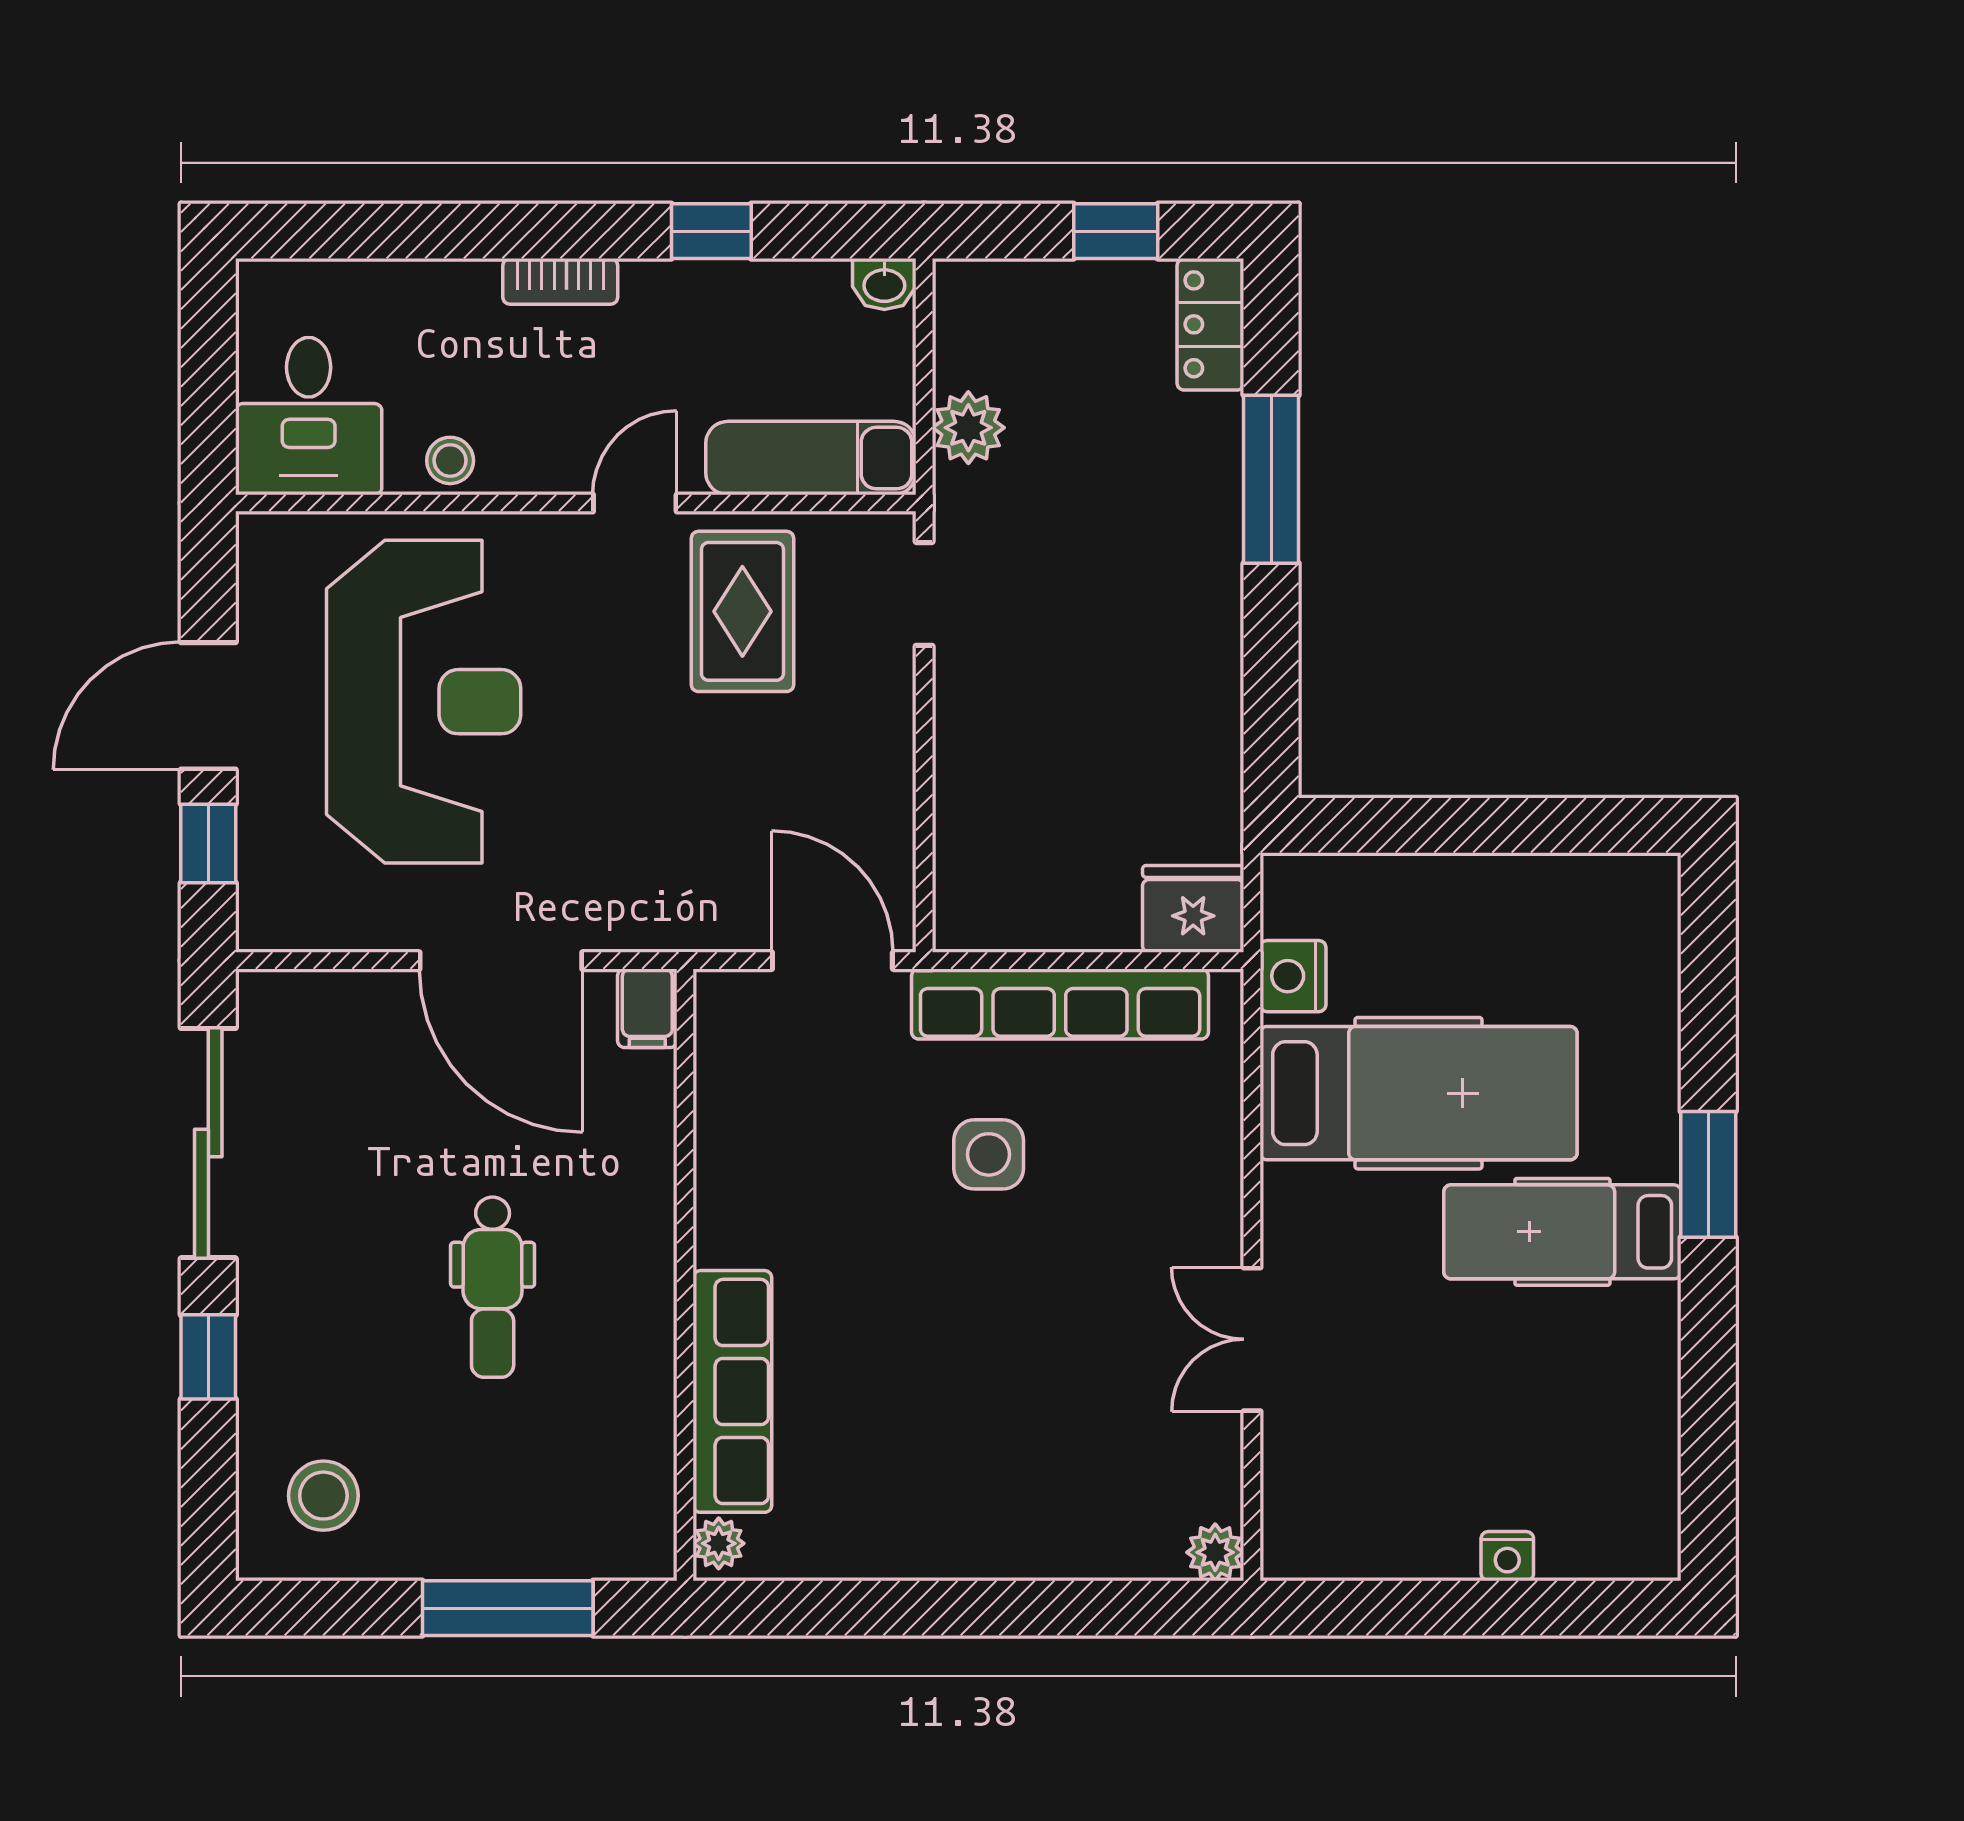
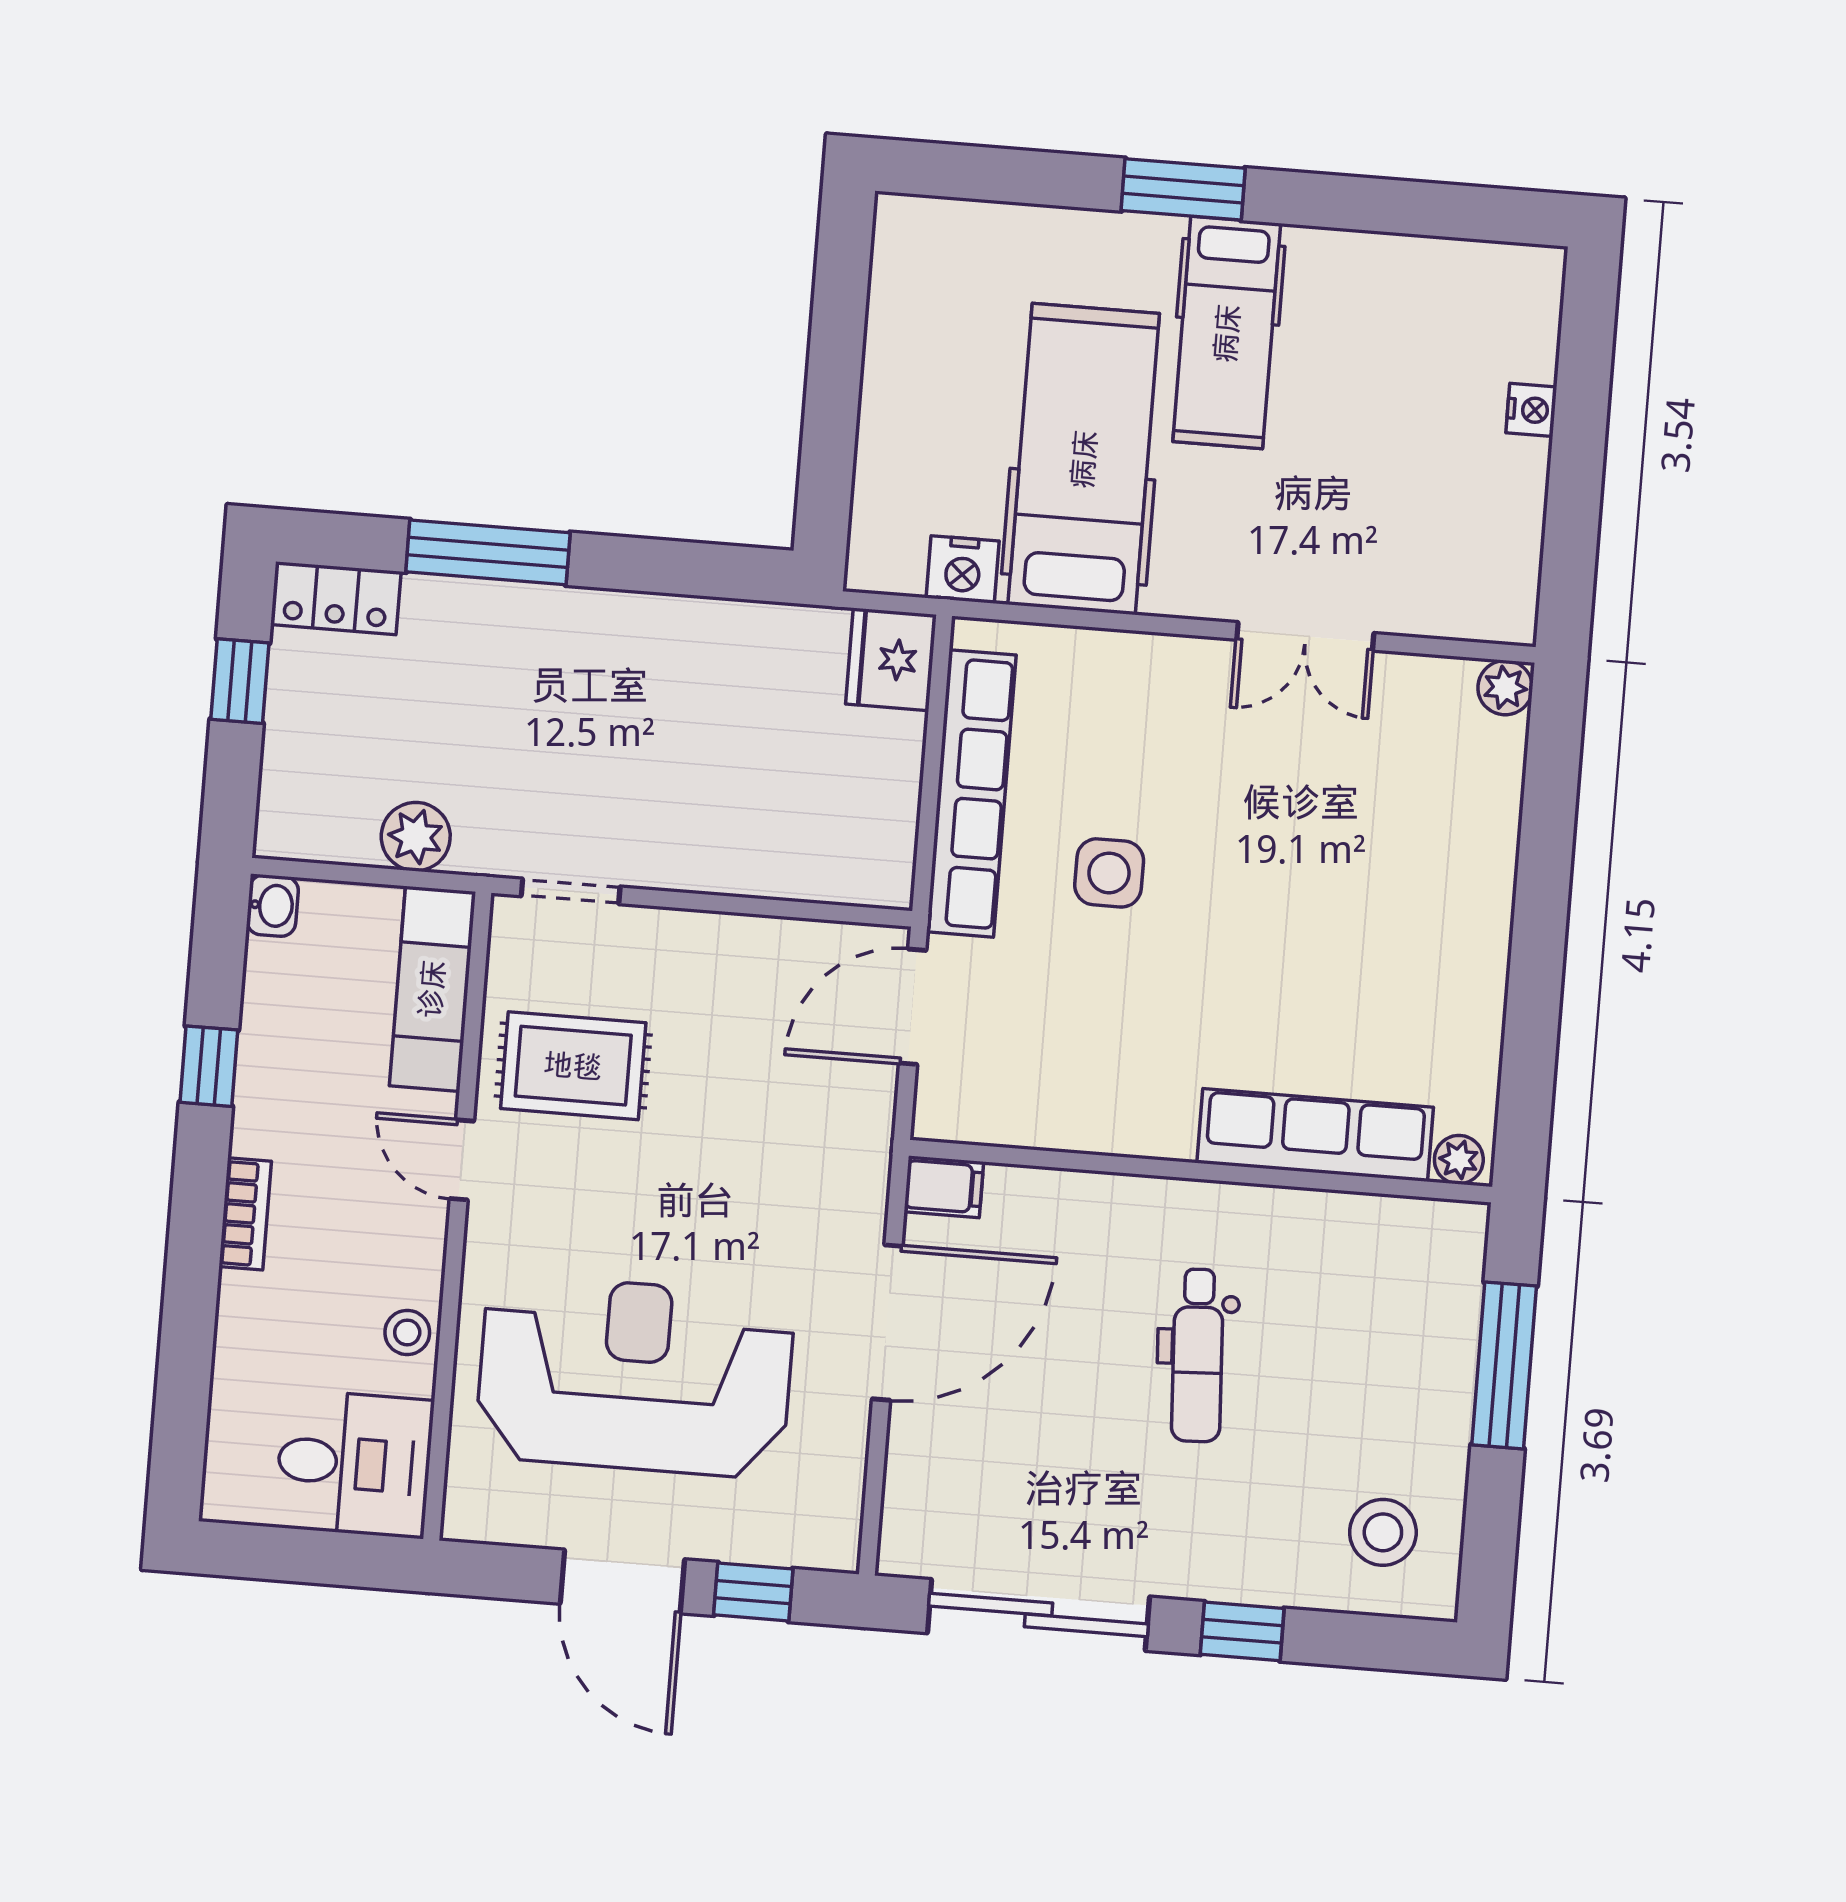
dental chair: (493, 1287) -> (1198, 1355), turned 87

